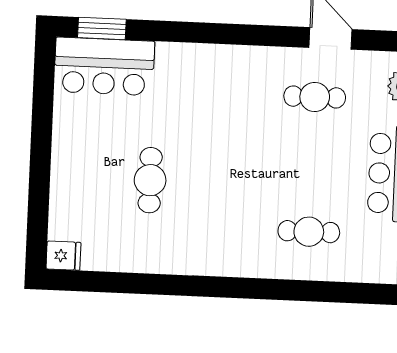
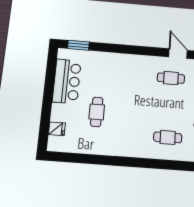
bar counter: (104, 66) -> (67, 81), moved, turned -90
fridge: (63, 256) -> (57, 129), moved

